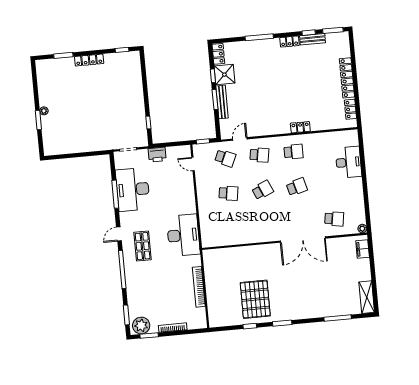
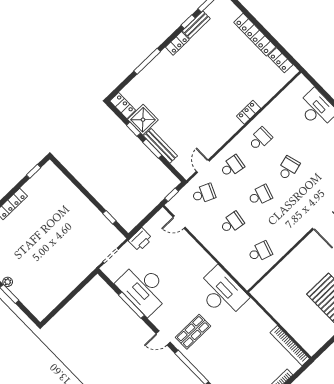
school desk: (263, 190) -> (260, 195), turned 42
school desk: (232, 228) -> (260, 252), added
door: (119, 234) -> (163, 338), hinge flipped
shop shelf: (143, 246) -> (193, 332), turned 90
bookcase: (199, 287) -> (290, 346), moved

